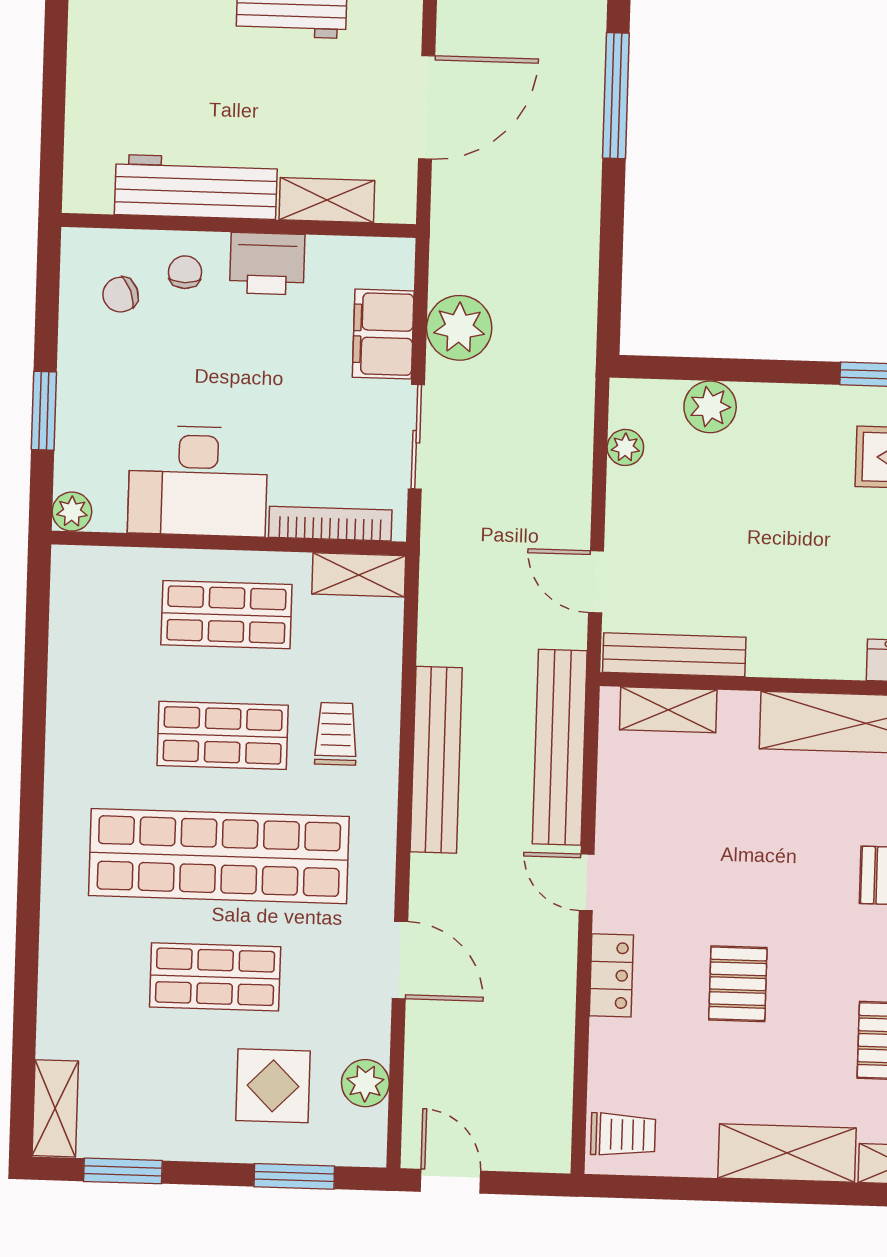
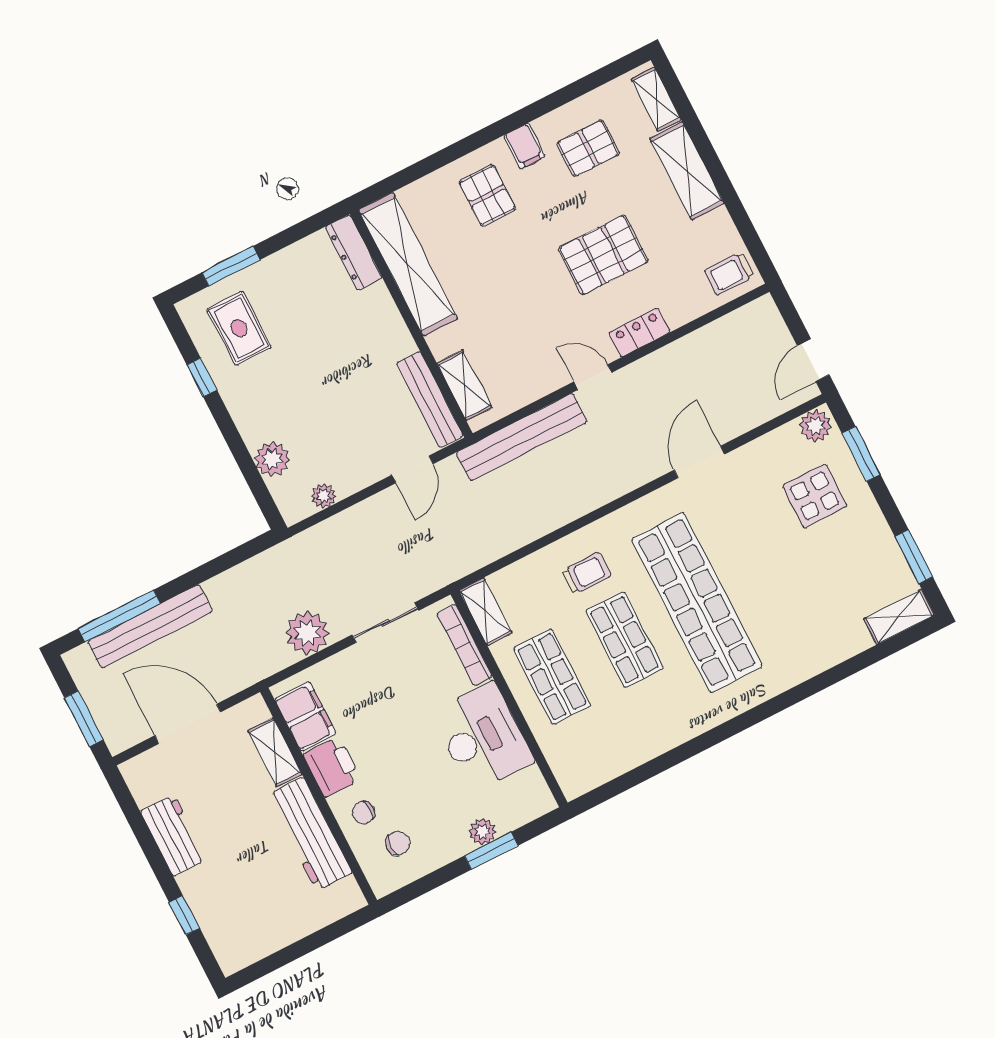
chair: (121, 295) -> (398, 843), turned -68
filing cabinet: (383, 334) -> (305, 716), moved, turned -90
plant: (72, 512) -> (482, 832), moved
trolley: (336, 734) -> (587, 573), turned 180
bench: (436, 760) -> (150, 626), moved
door: (587, 882) -> (593, 377), swing flipped
shop shelf: (215, 977) -> (769, 566), removed
pallet: (738, 984) -> (603, 255), width x1.50, depth x1.42
plant: (365, 1083) -> (815, 426), moved
trolley: (623, 1134) -> (729, 274), turned -90

